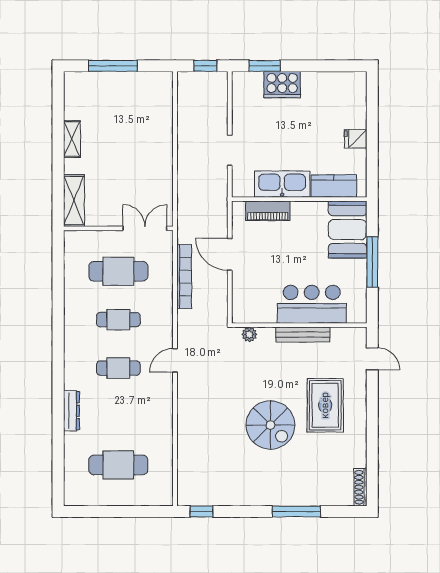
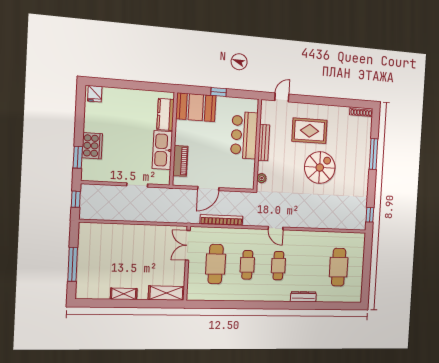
fridge: (356, 139) -> (95, 94), moved
window: (372, 262) -> (219, 92), width x0.46

